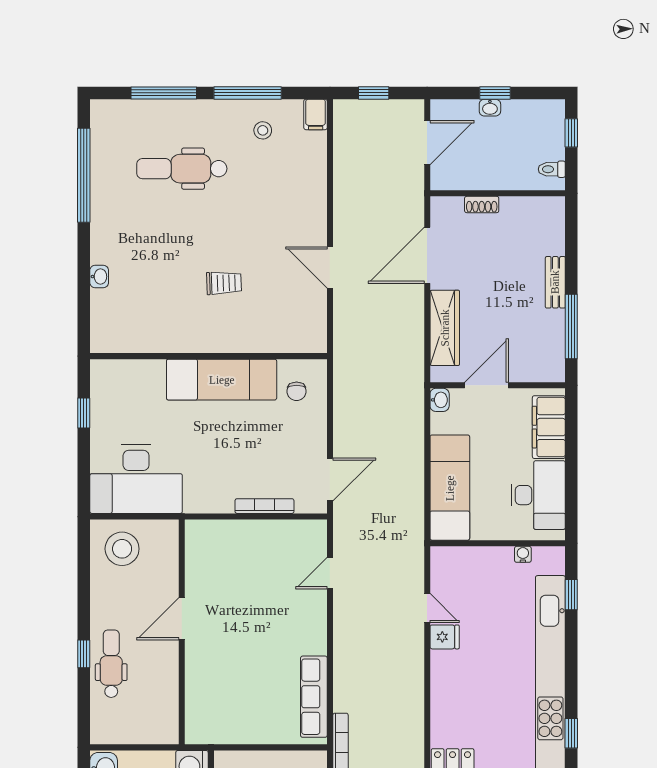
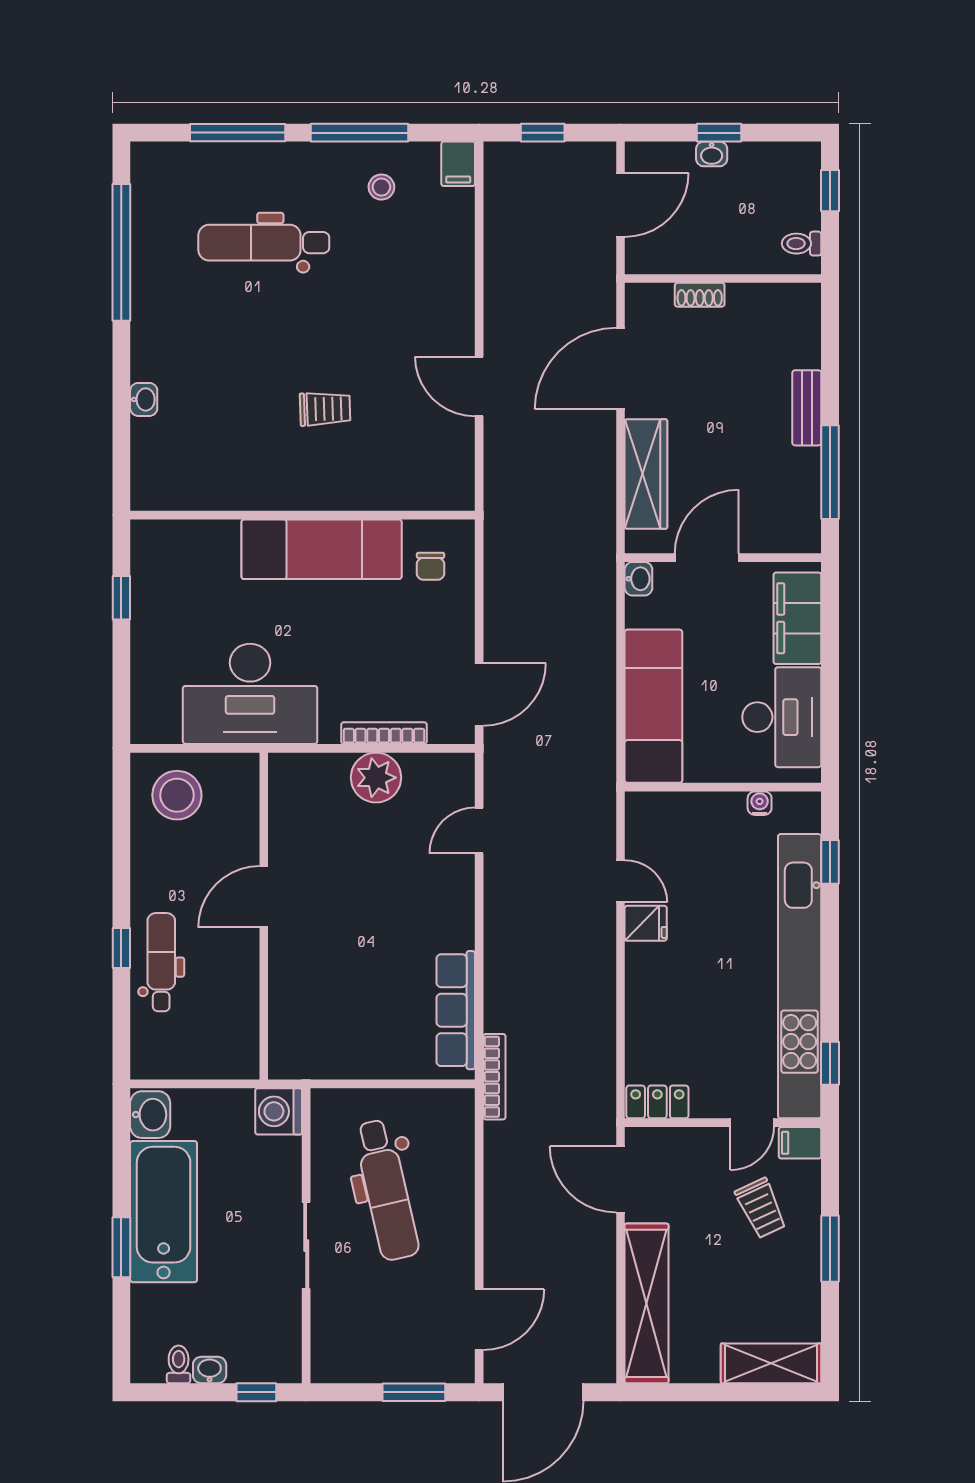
desk: (136, 479) -> (250, 694), moved
plant: (259, 537) -> (376, 778), added

